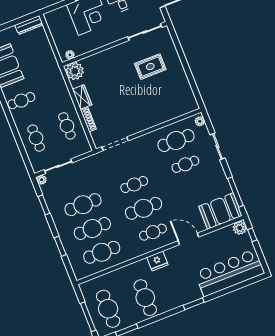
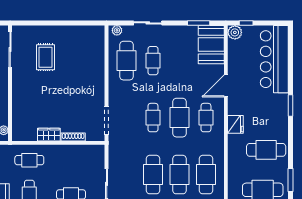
plant: (75, 71) -> (21, 132), removed
cafe table: (67, 126) -> (29, 160), moved
window: (235, 192) -> (199, 23), width x0.69

